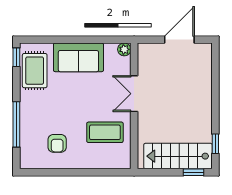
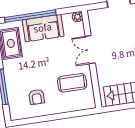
window: (65, 40) -> (30, 16), added

